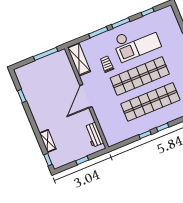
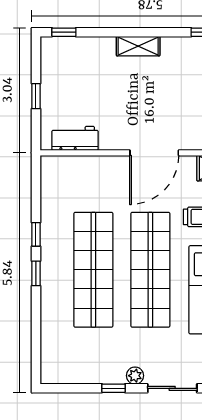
door: (86, 96) -> (154, 153), swing flipped
shelving: (48, 141) -> (138, 46), moved

